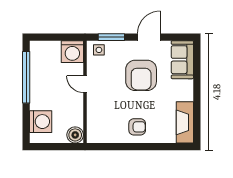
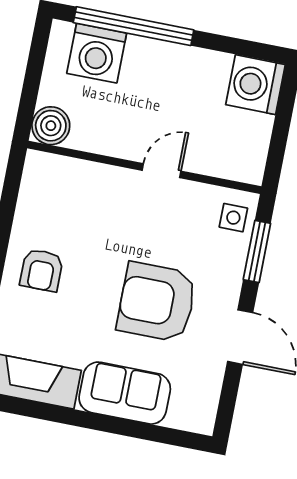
washing machine: (72, 52) -> (255, 85), moved
sofa: (182, 60) -> (125, 393), moved
window: (26, 77) -> (134, 26), moved

